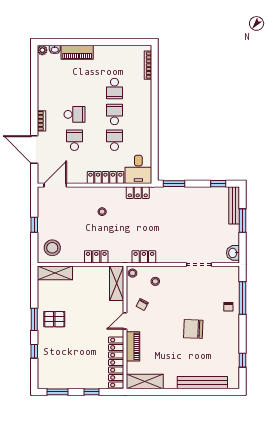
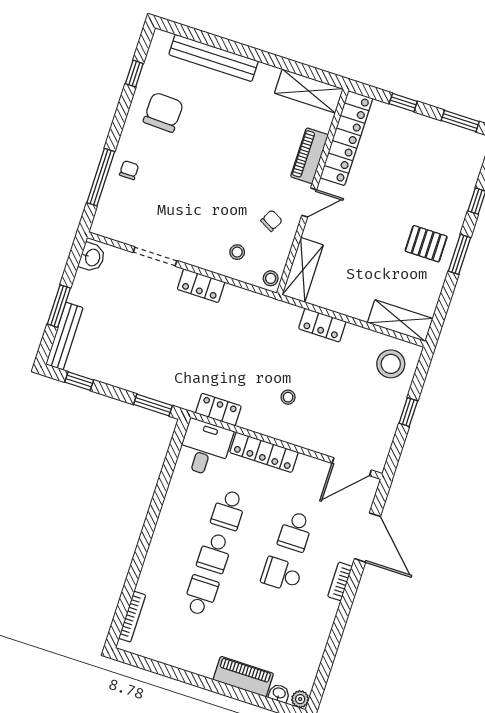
locker: (144, 257) -> (201, 286), moved
chair: (193, 329) -> (163, 112), moved, turned -90

